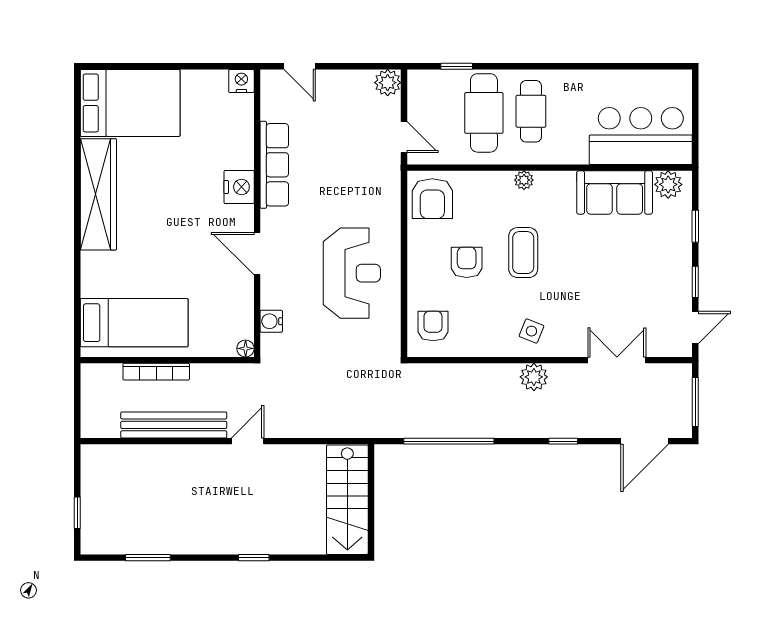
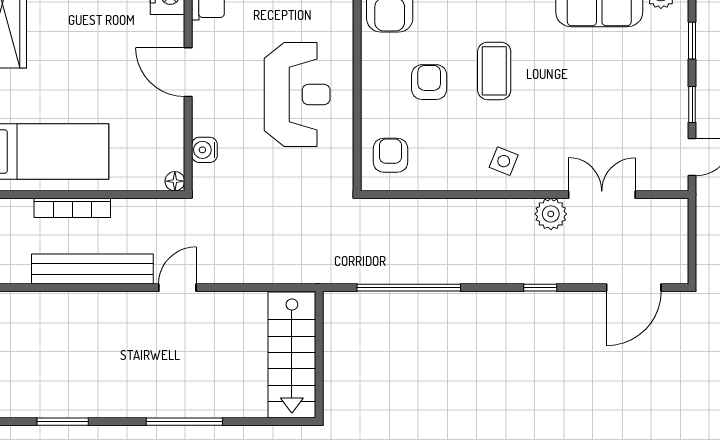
plant: (534, 377) -> (551, 214), moved
window: (695, 402) -> (692, 243), removed
window: (254, 558) -> (184, 422), width x2.17

